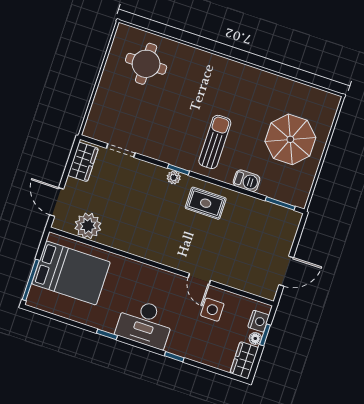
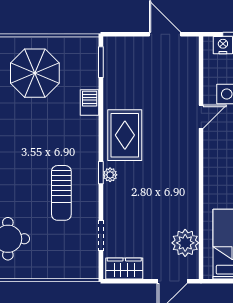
sun lounger: (215, 142) -> (61, 193), moved, turned -90
rug: (206, 203) -> (125, 135), width x1.36, depth x1.43

